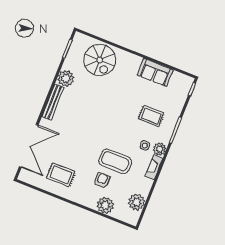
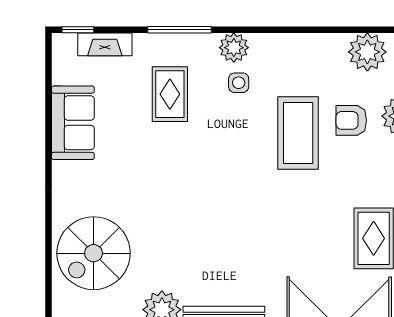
spiral stairs: (100, 60) -> (94, 253), turned 180
fireplace: (154, 167) -> (105, 44), moved
armchair: (102, 180) -> (351, 120), moved

